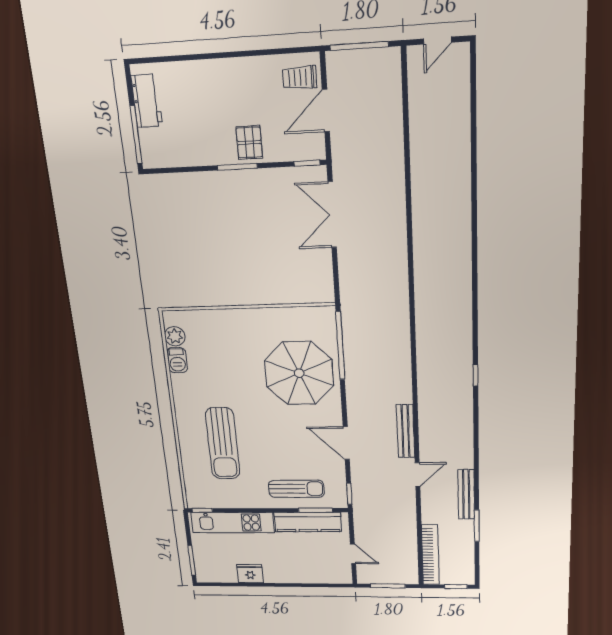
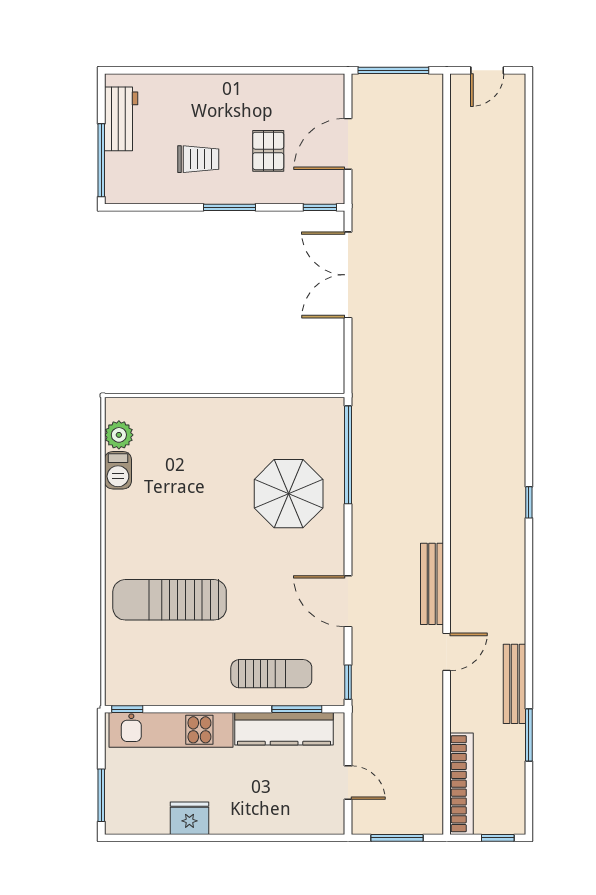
trolley: (300, 78) -> (198, 159), moved, turned 180
pallet: (249, 142) -> (268, 151), moved
parasol: (299, 373) -> (289, 494), width x0.73, depth x0.73
sun lounger: (223, 444) -> (170, 600), turned 90

